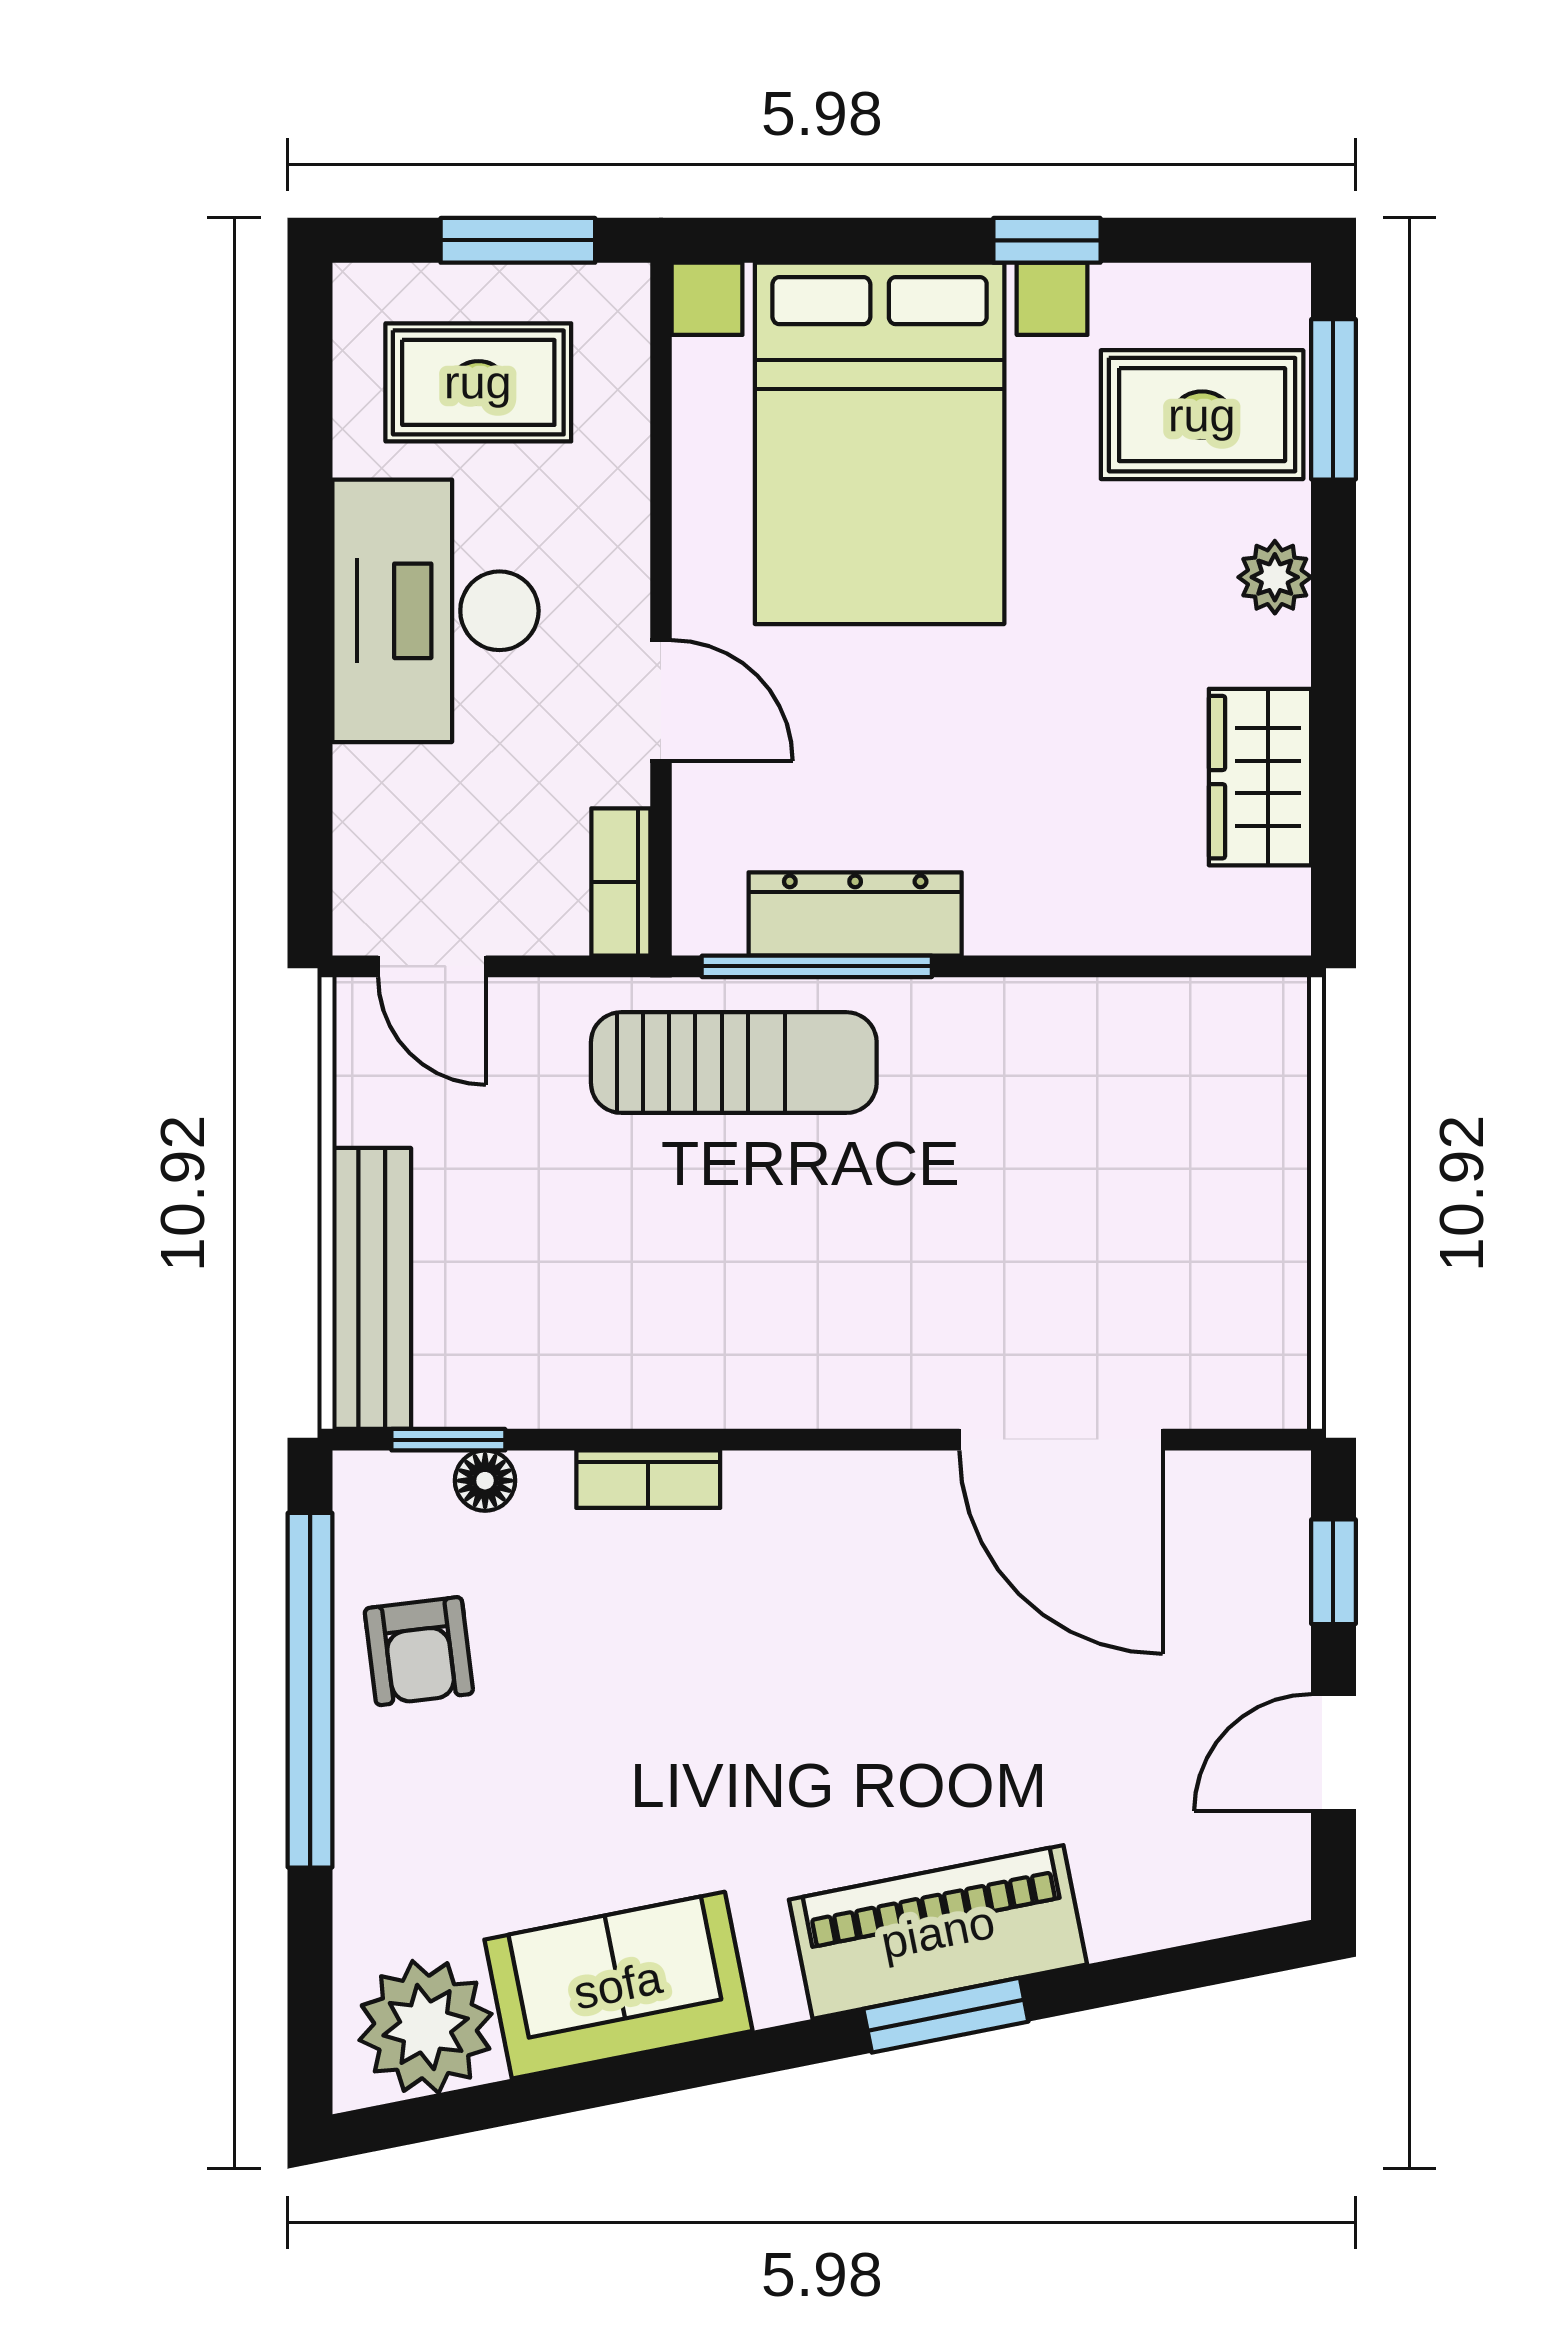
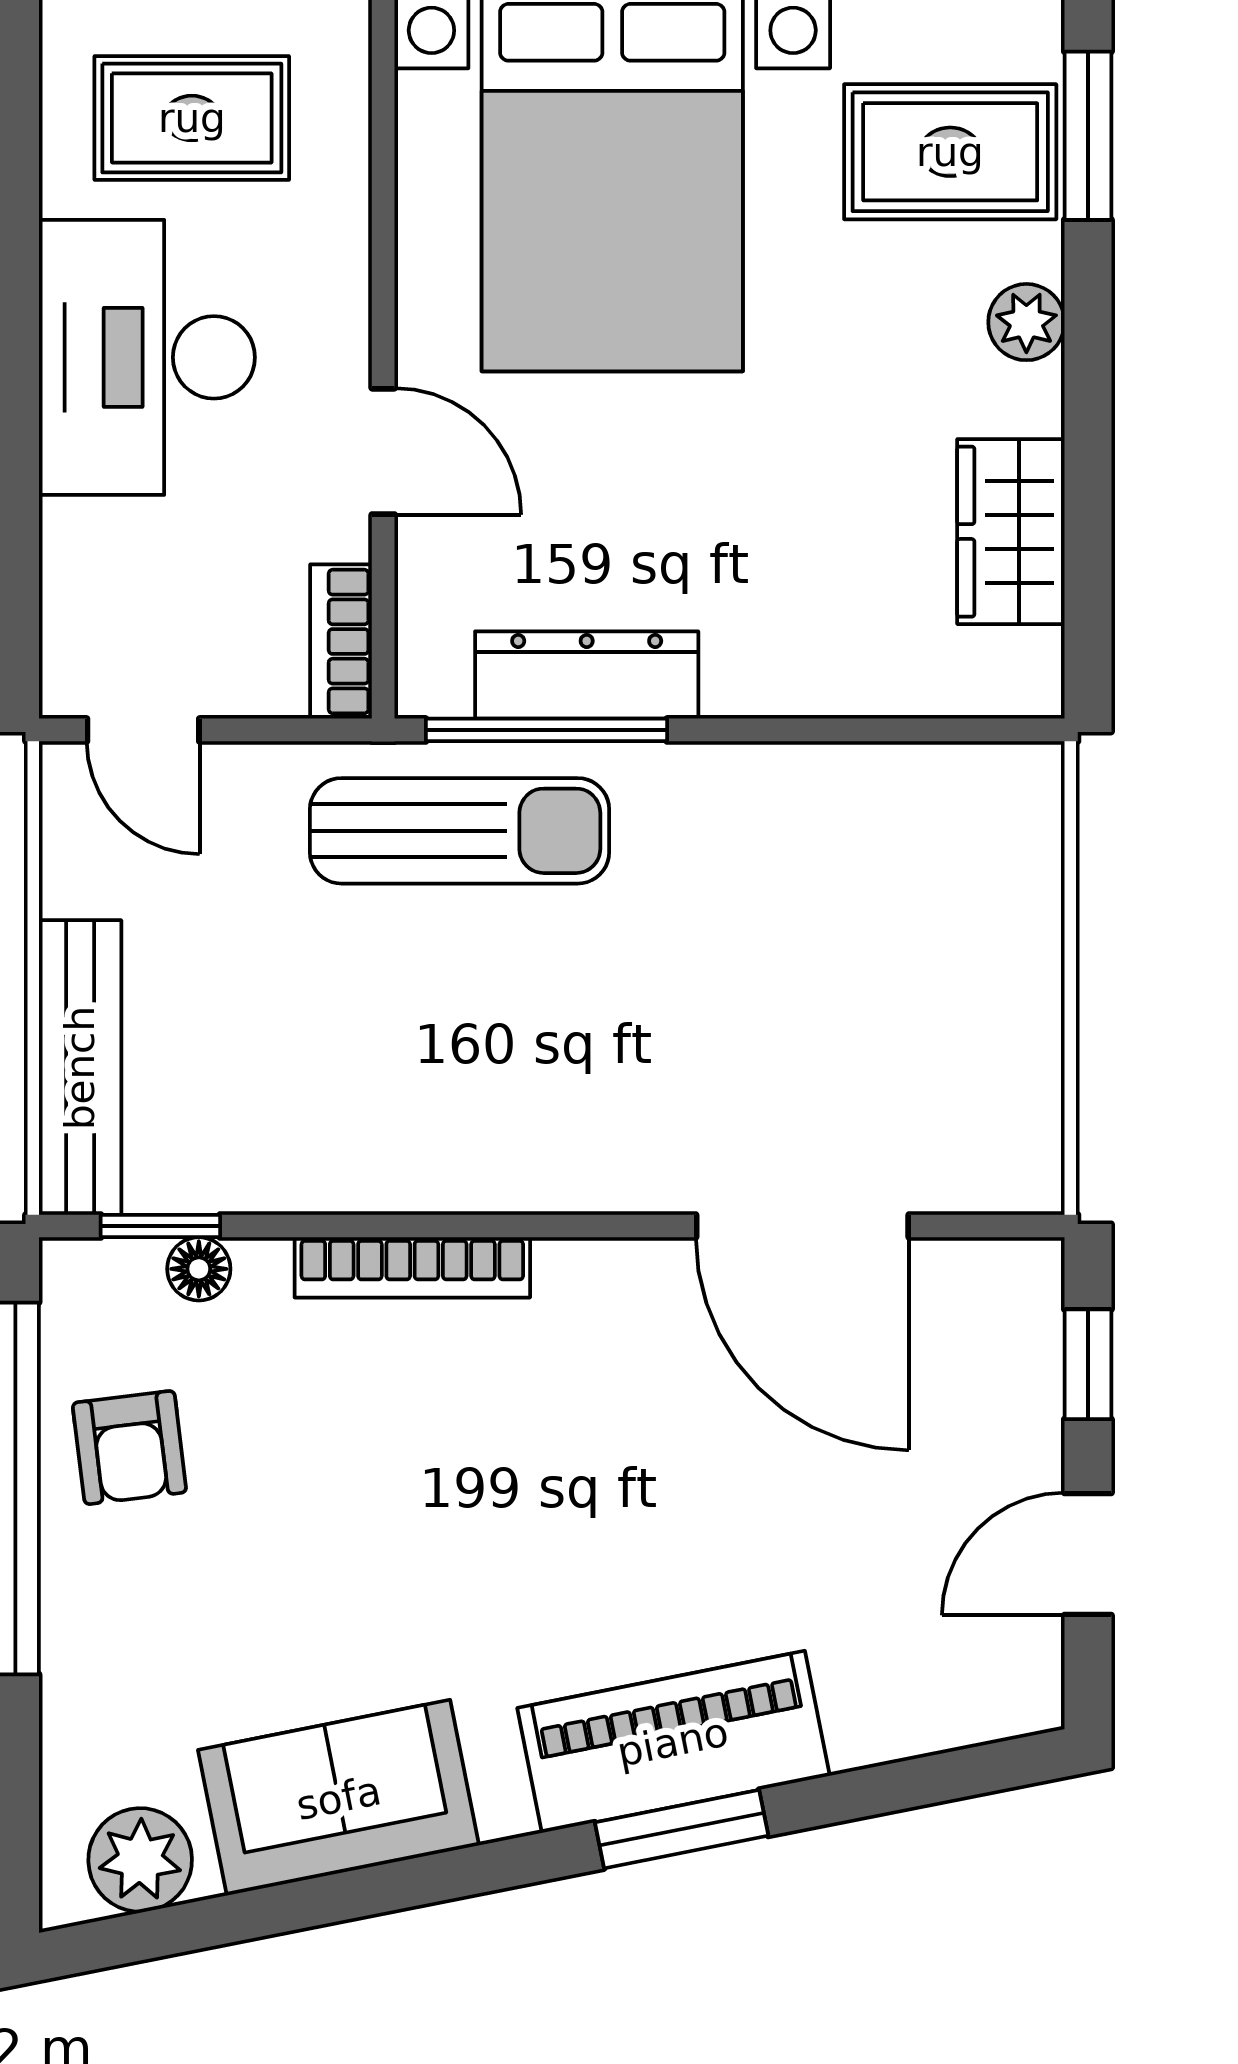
bookcase: (648, 1479) -> (412, 1267), width x1.56
plant: (426, 2027) -> (140, 1860), width x0.73, depth x0.73

